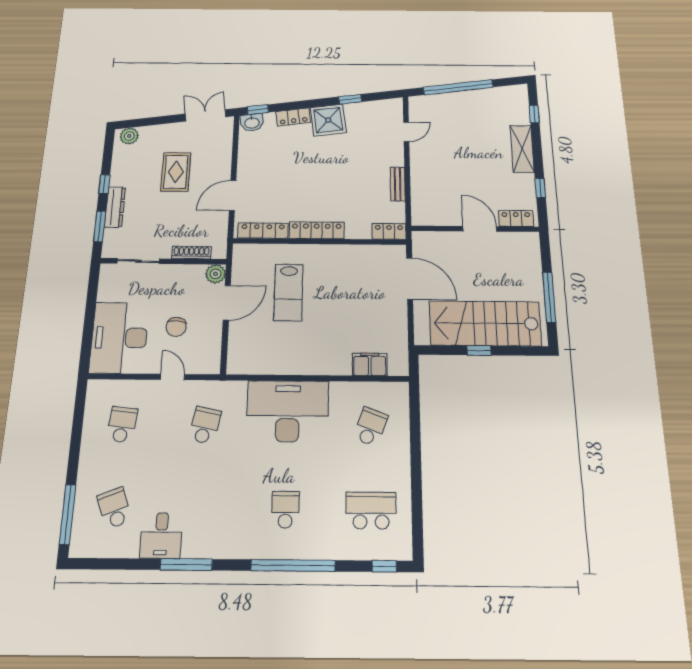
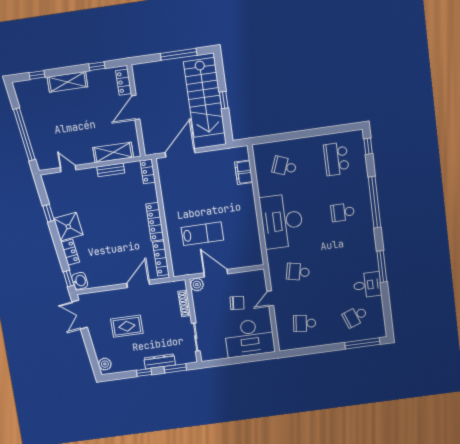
shelving: (421, 191) -> (113, 152), added
door: (233, 195) -> (138, 284), swing flipped

